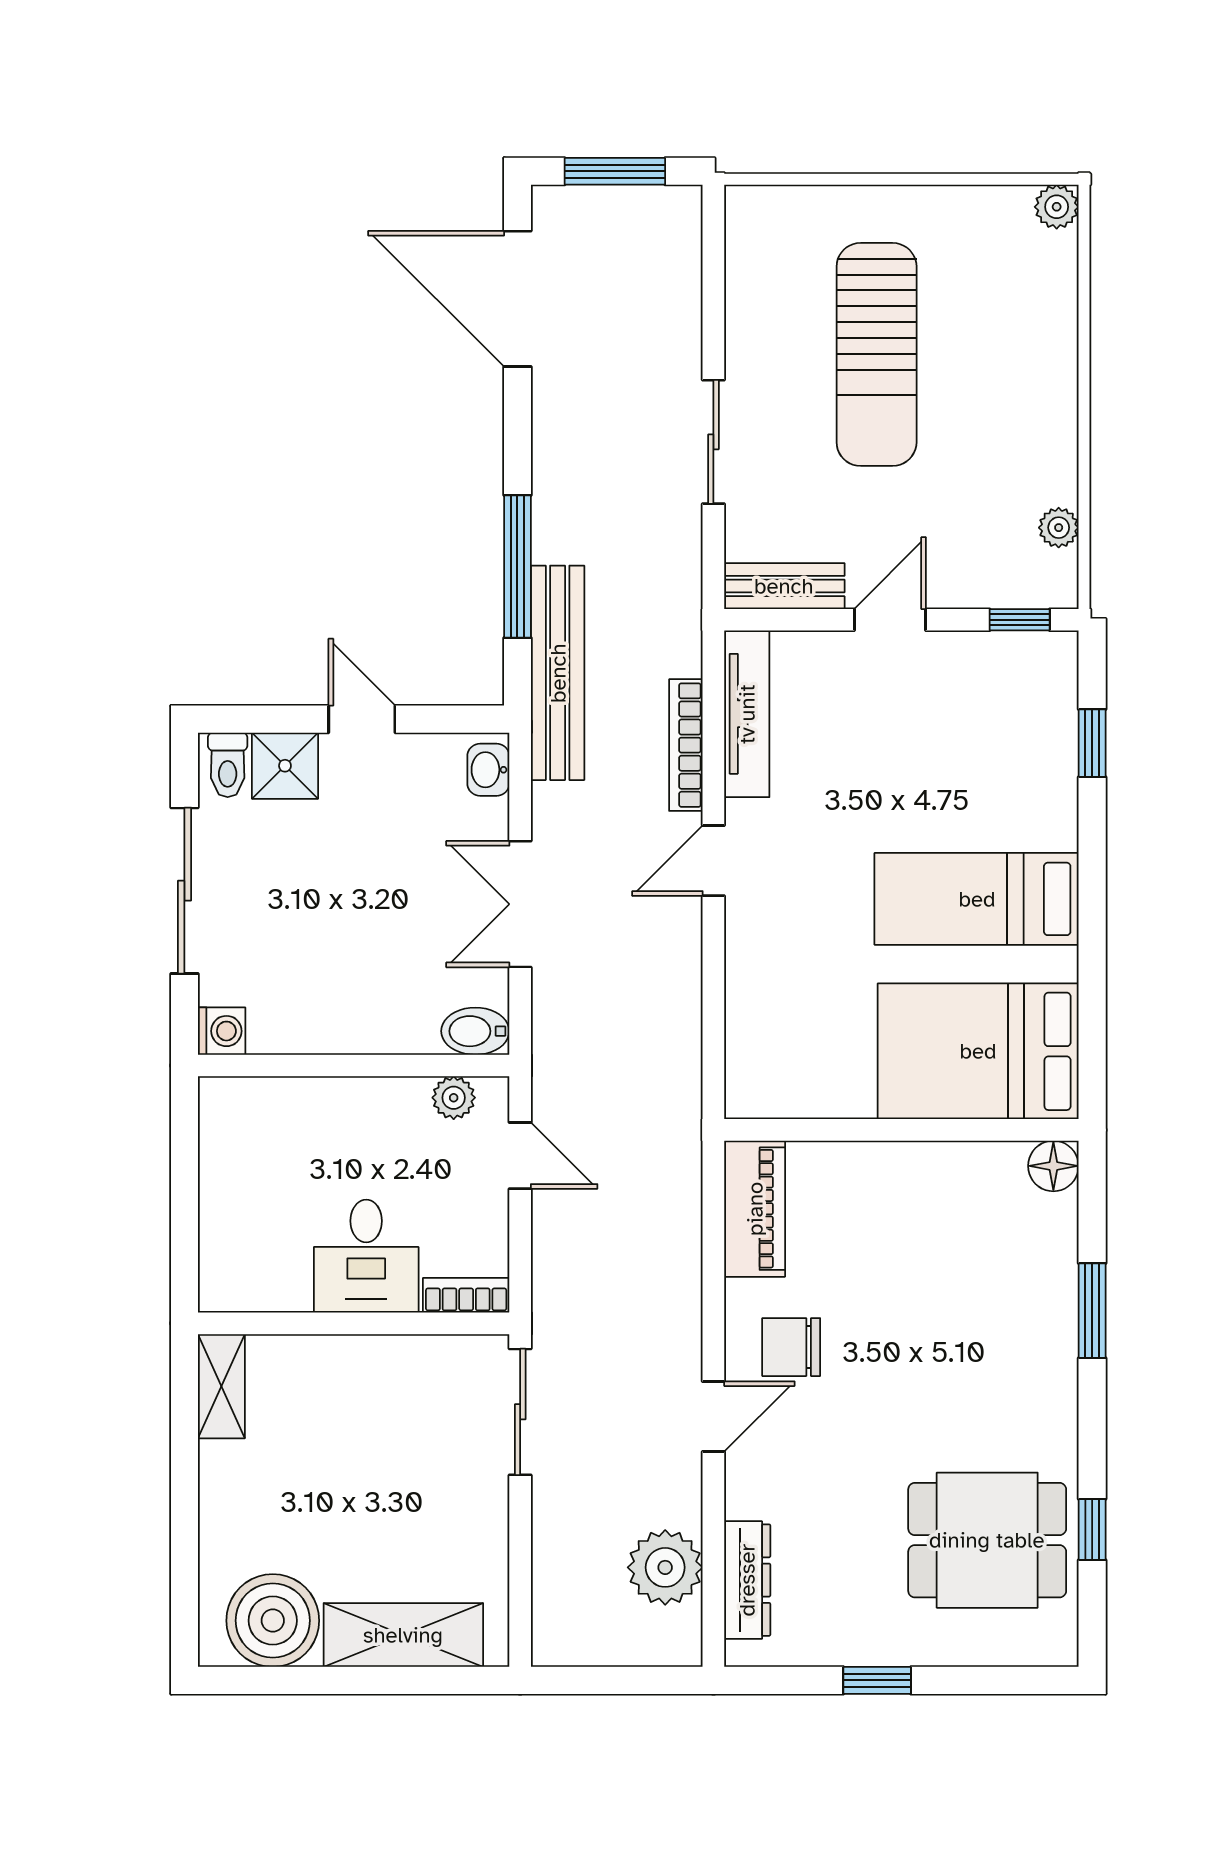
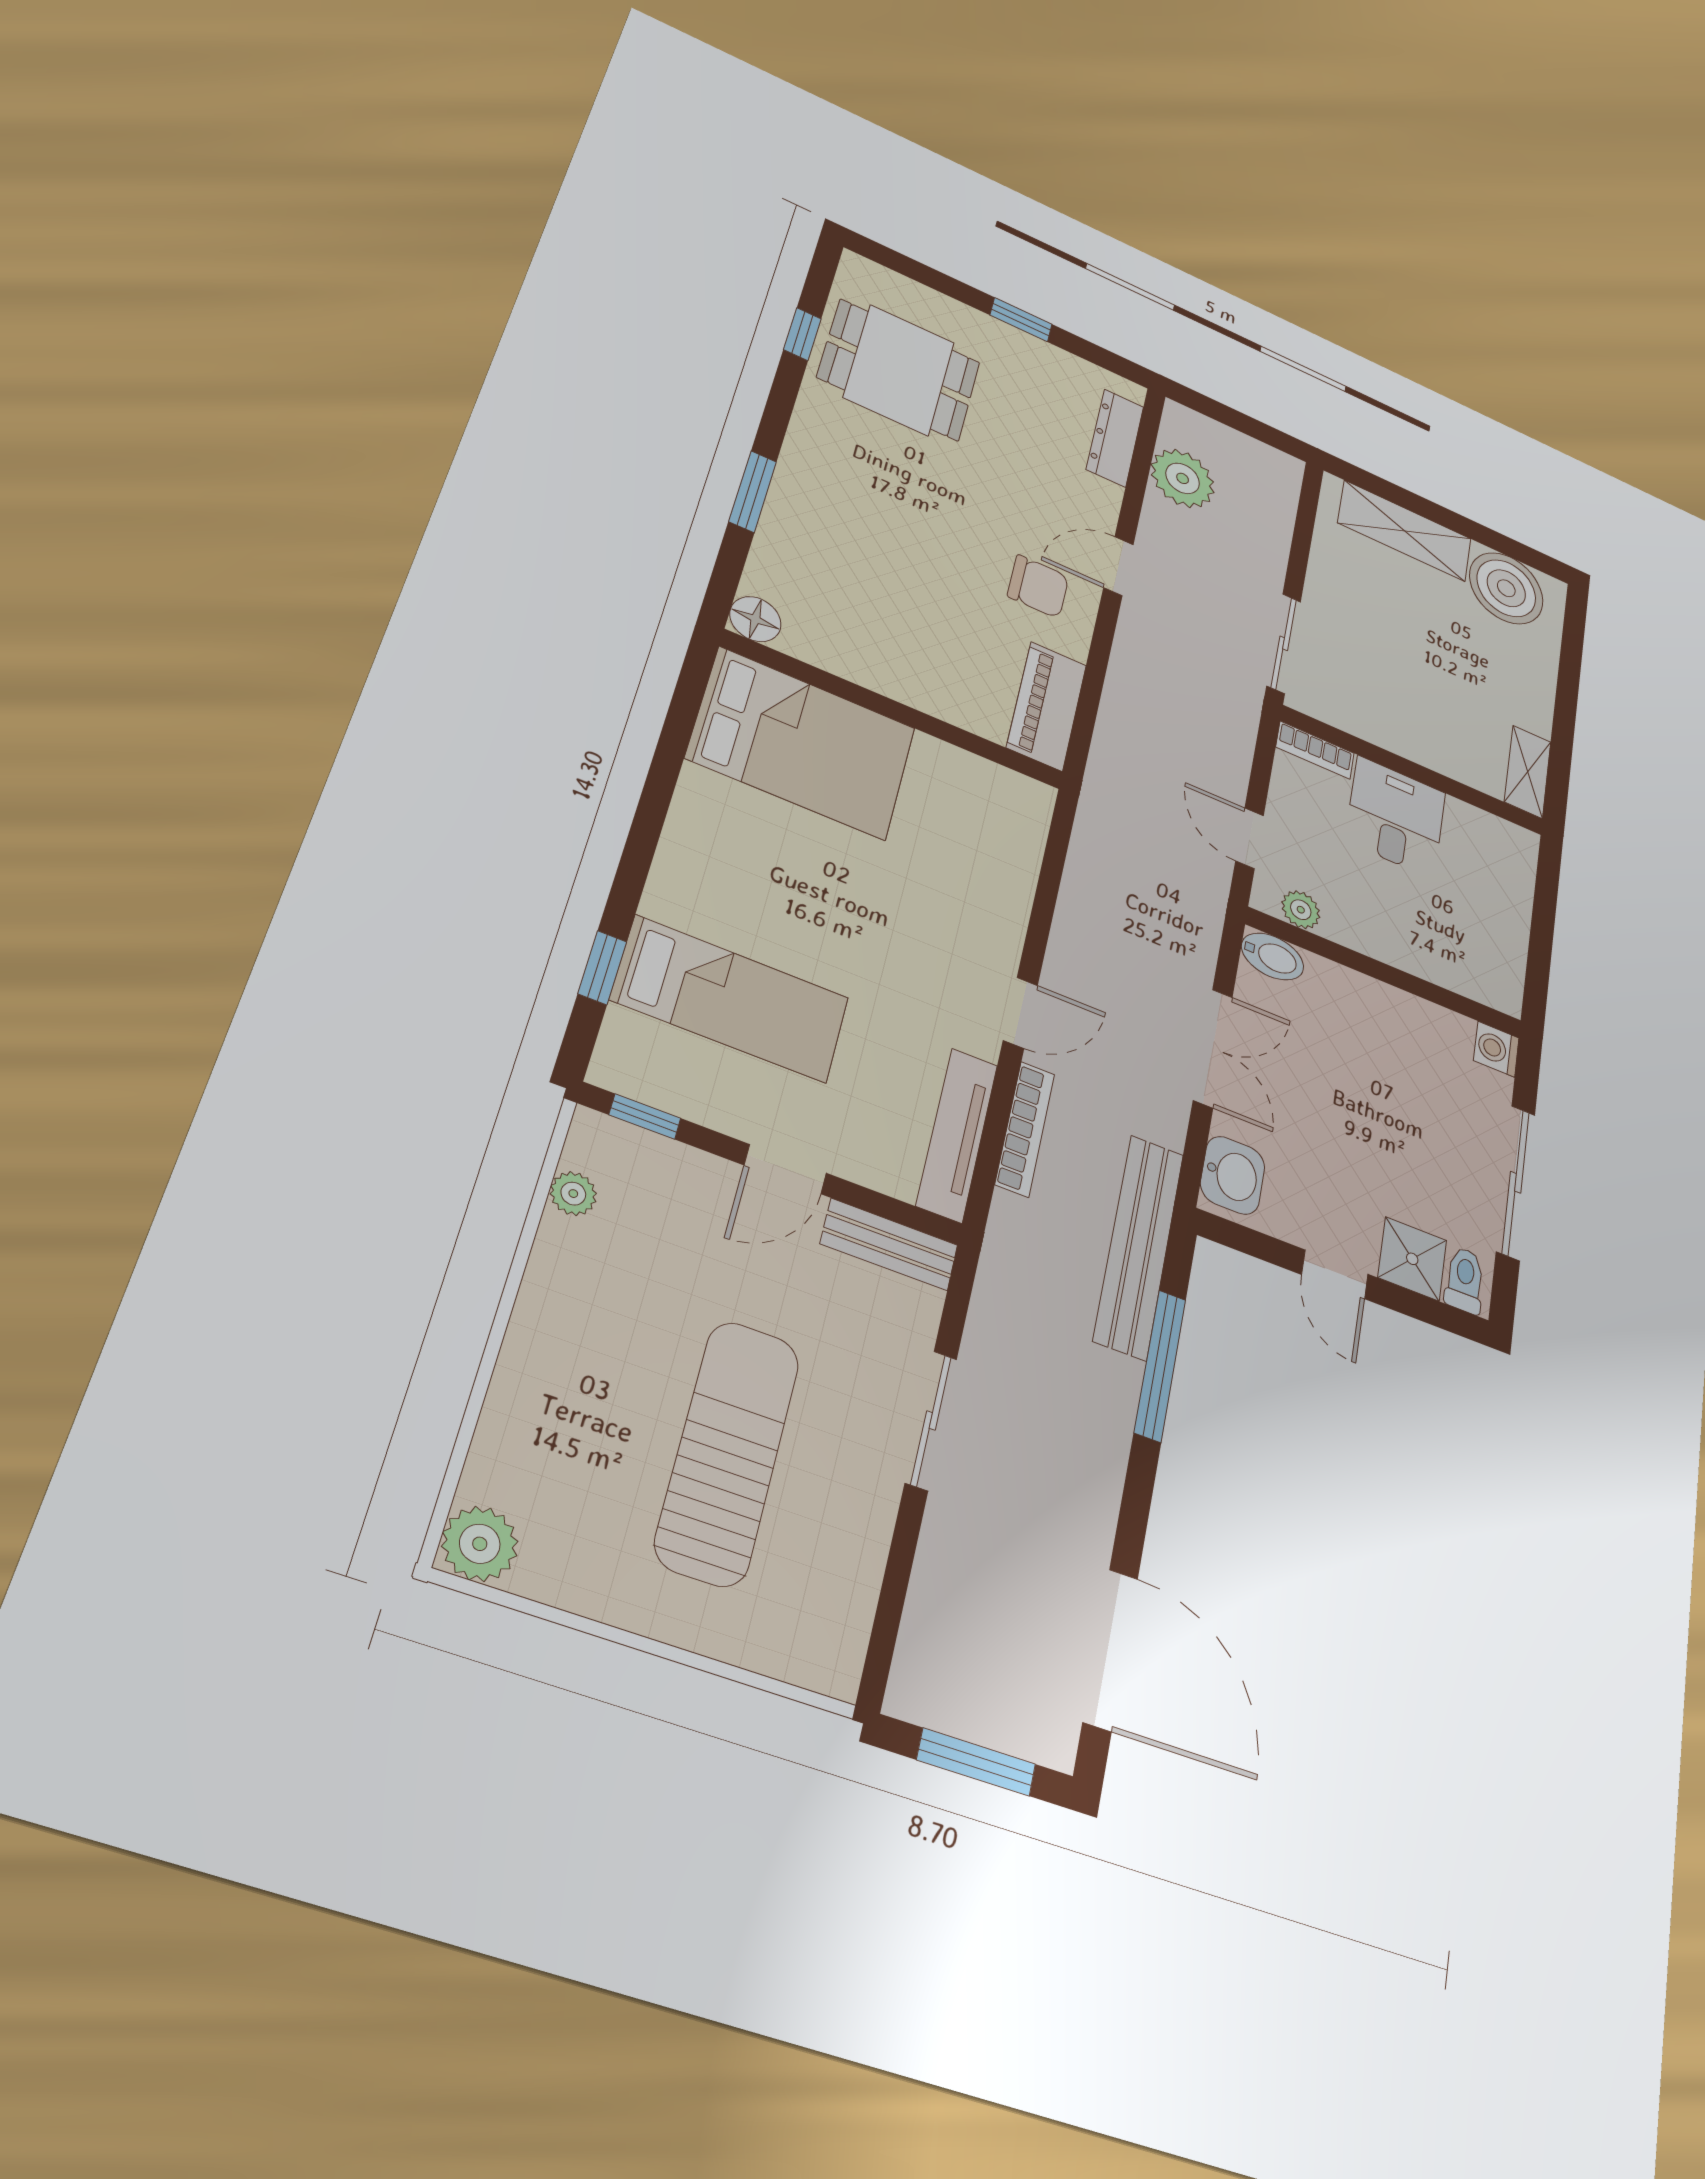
plant: (1057, 207) -> (480, 1544), width x1.38, depth x1.38
washbasin: (488, 770) -> (1233, 1175), width x1.38, depth x1.45
bed: (977, 899) -> (731, 999), moved

